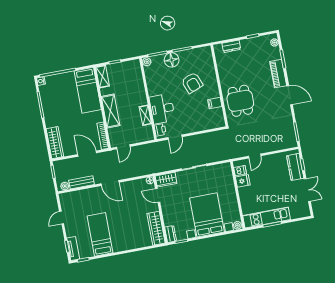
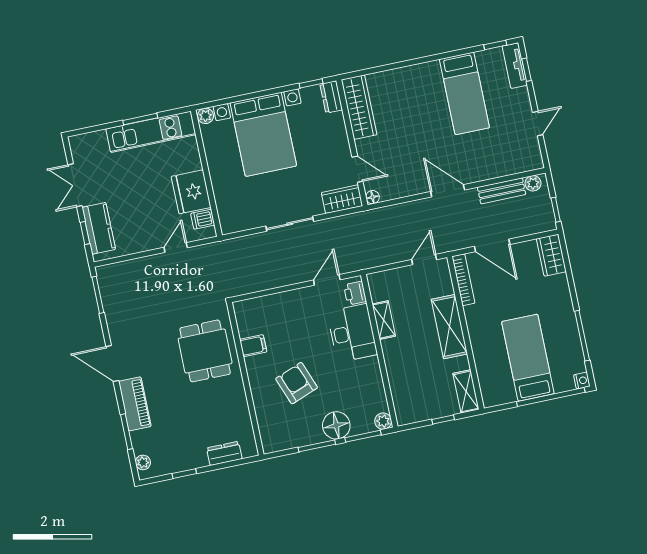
bed: (88, 90) -> (528, 358), moved
wardrobe: (55, 143) -> (551, 255), width x0.67
fridge: (243, 181) -> (191, 192), width x1.88, depth x1.34

